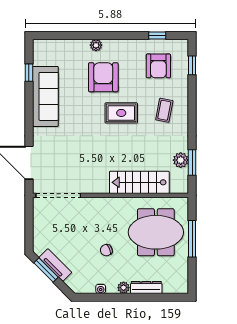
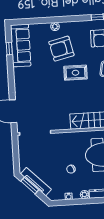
armchair: (103, 77) -> (61, 49), turned -103
sofa: (45, 96) -> (21, 45), moved
tv unit: (55, 265) -> (36, 182), width x1.41

